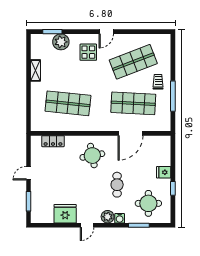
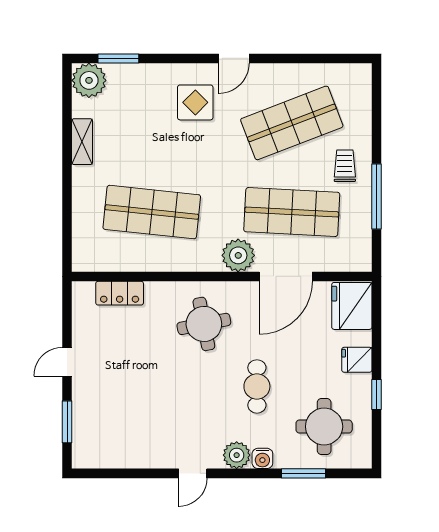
plant: (61, 42) -> (89, 80), moved
plant: (108, 124) -> (238, 255), added
fridge: (65, 214) -> (352, 306), moved, turned -90

